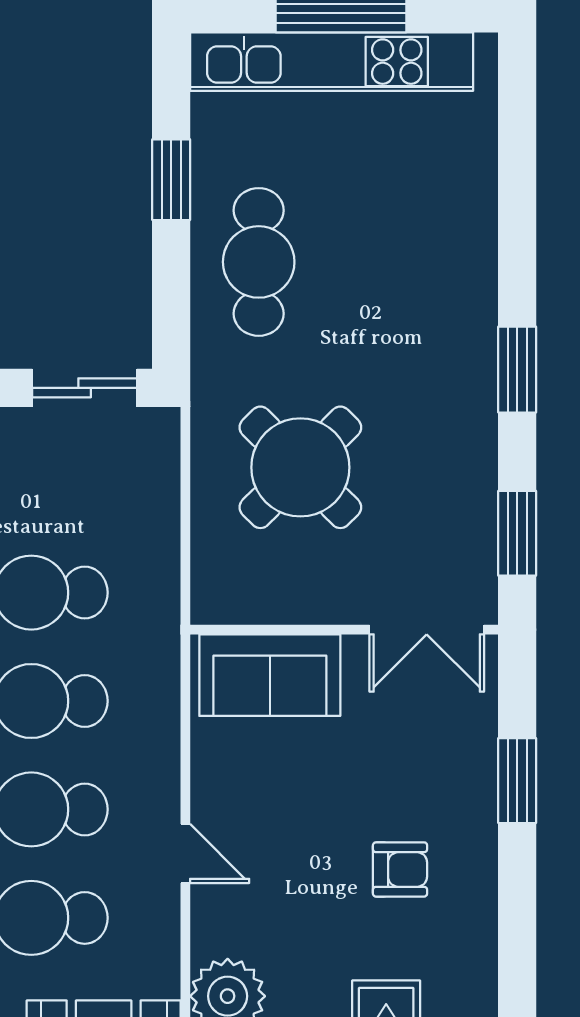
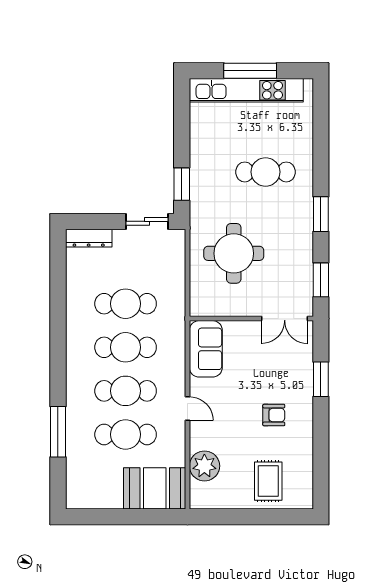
window: (171, 180) -> (182, 184), moved
cafe table: (259, 262) -> (266, 172), moved, turned 90
round table: (300, 467) -> (234, 253), turned 45
sofa: (270, 675) -> (206, 349), moved, turned -90

